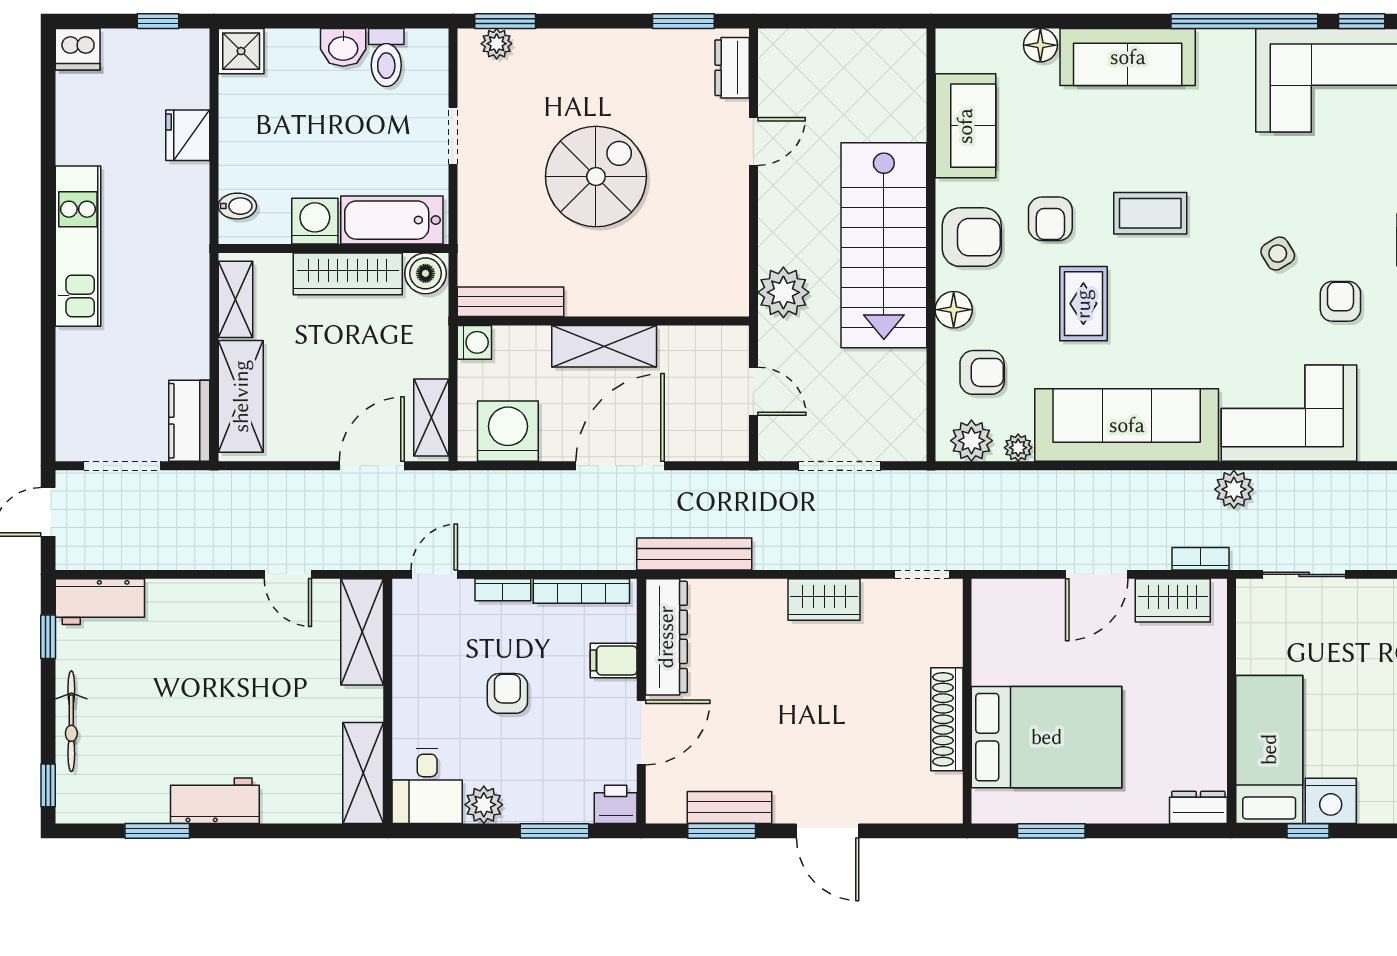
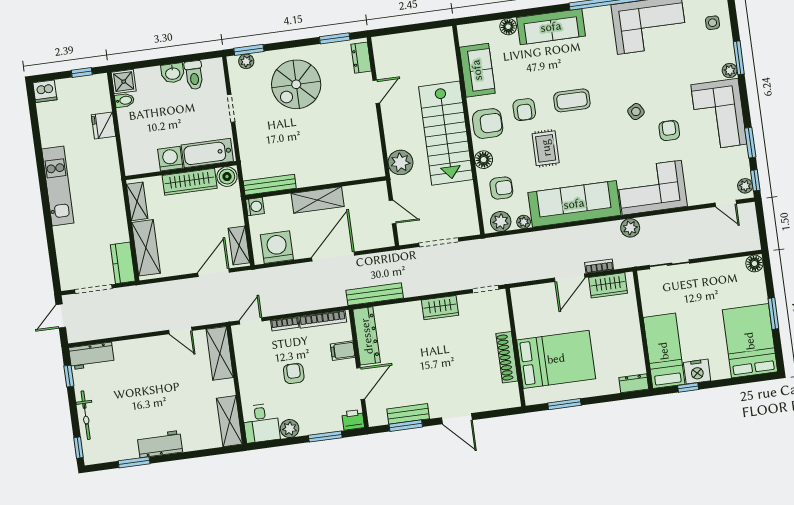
spiral stairs: (596, 177) -> (296, 84), moved, turned 180
bidet: (237, 206) -> (124, 100), moved
bookcase: (1201, 559) -> (599, 266), moved

